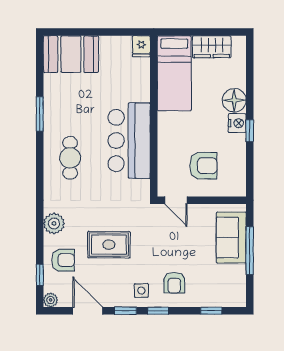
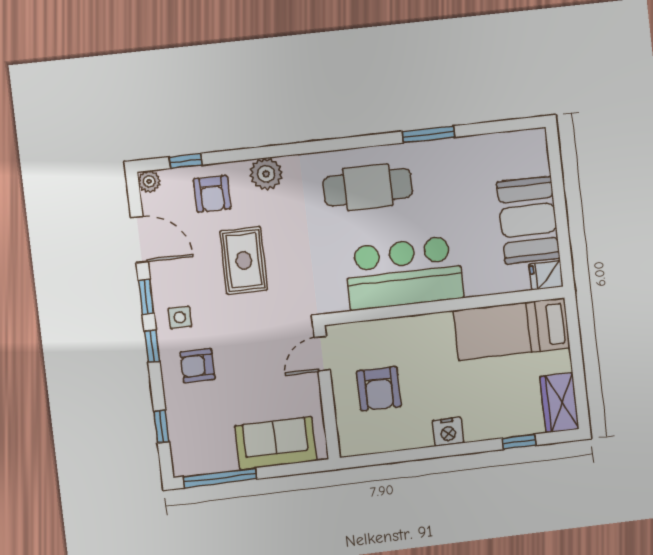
wardrobe: (212, 47) -> (559, 403), moved
booth: (71, 54) -> (528, 220), moved
floor lamp: (234, 100) -> (481, 423), removed
window: (250, 131) -> (519, 442), moved
cafe table: (70, 158) -> (368, 187), width x1.37, depth x1.35
window: (250, 251) -> (220, 478), moved
door: (88, 311) -> (139, 240), hinge flipped

